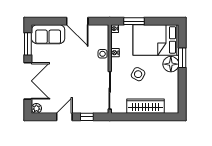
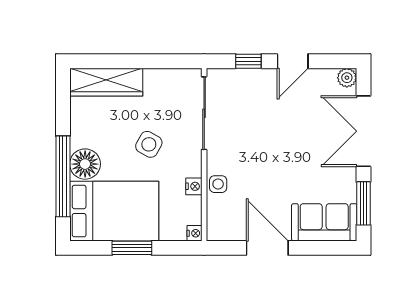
window: (134, 21) -> (132, 248), moved
window: (182, 58) -> (63, 176), width x2.11
wardrobe: (145, 106) -> (106, 82), moved

